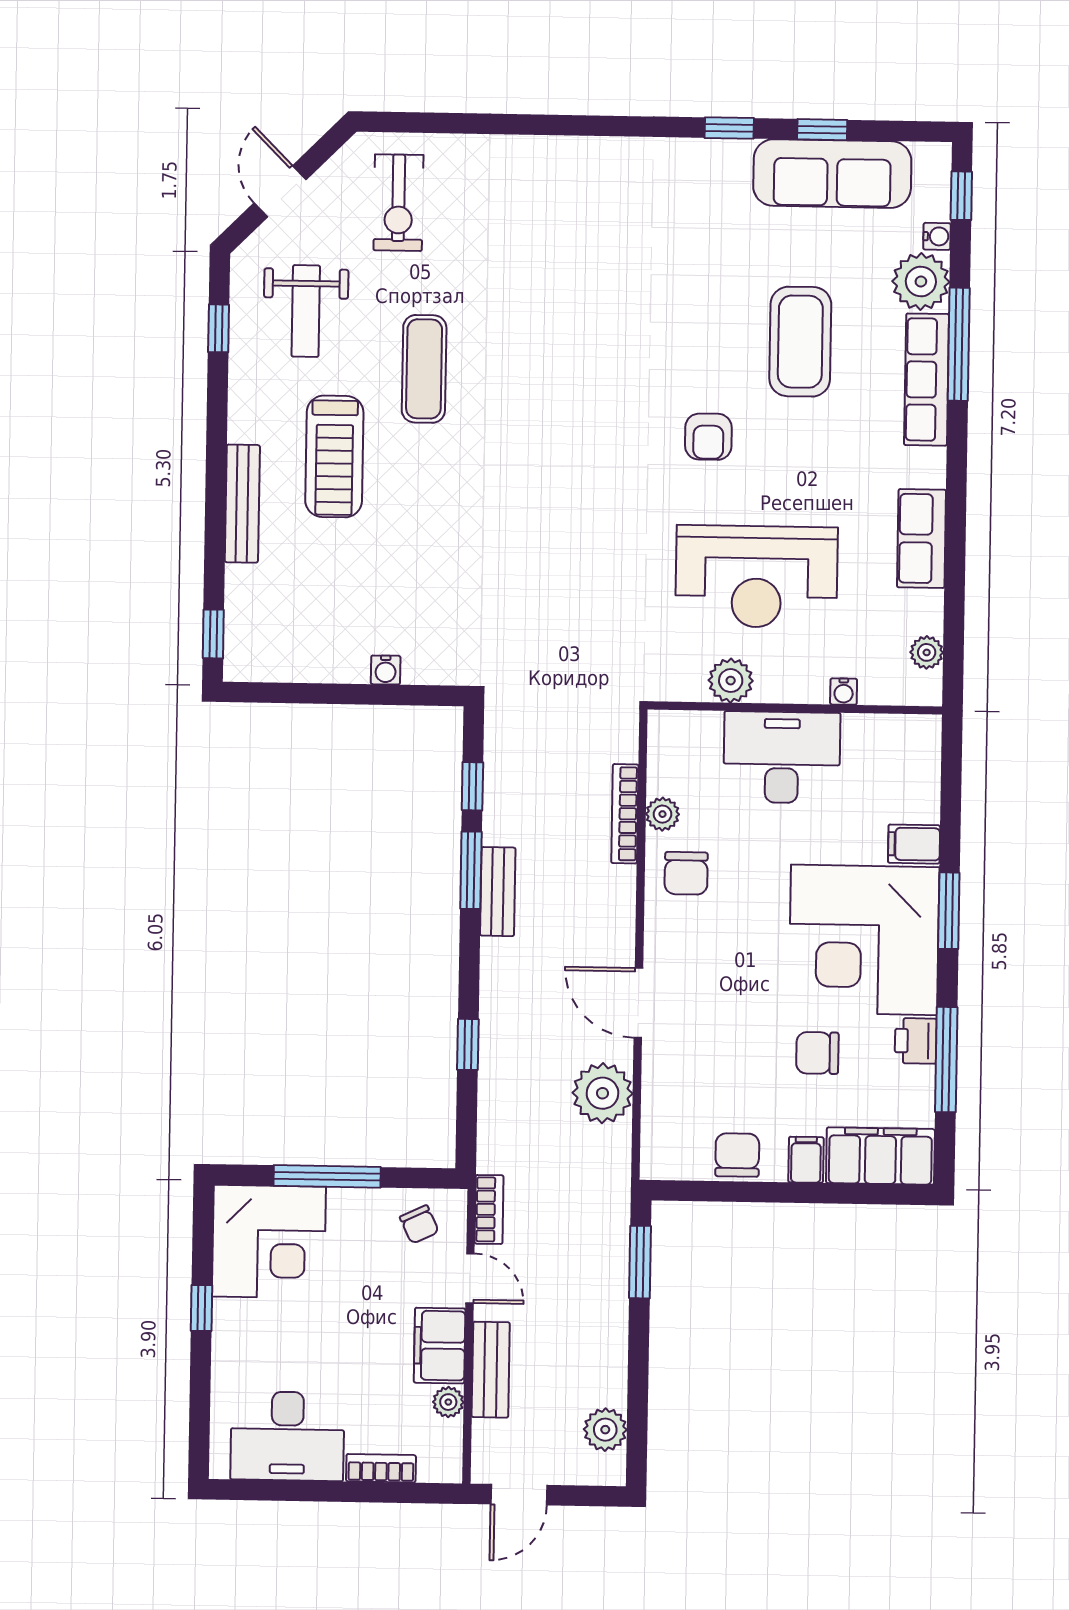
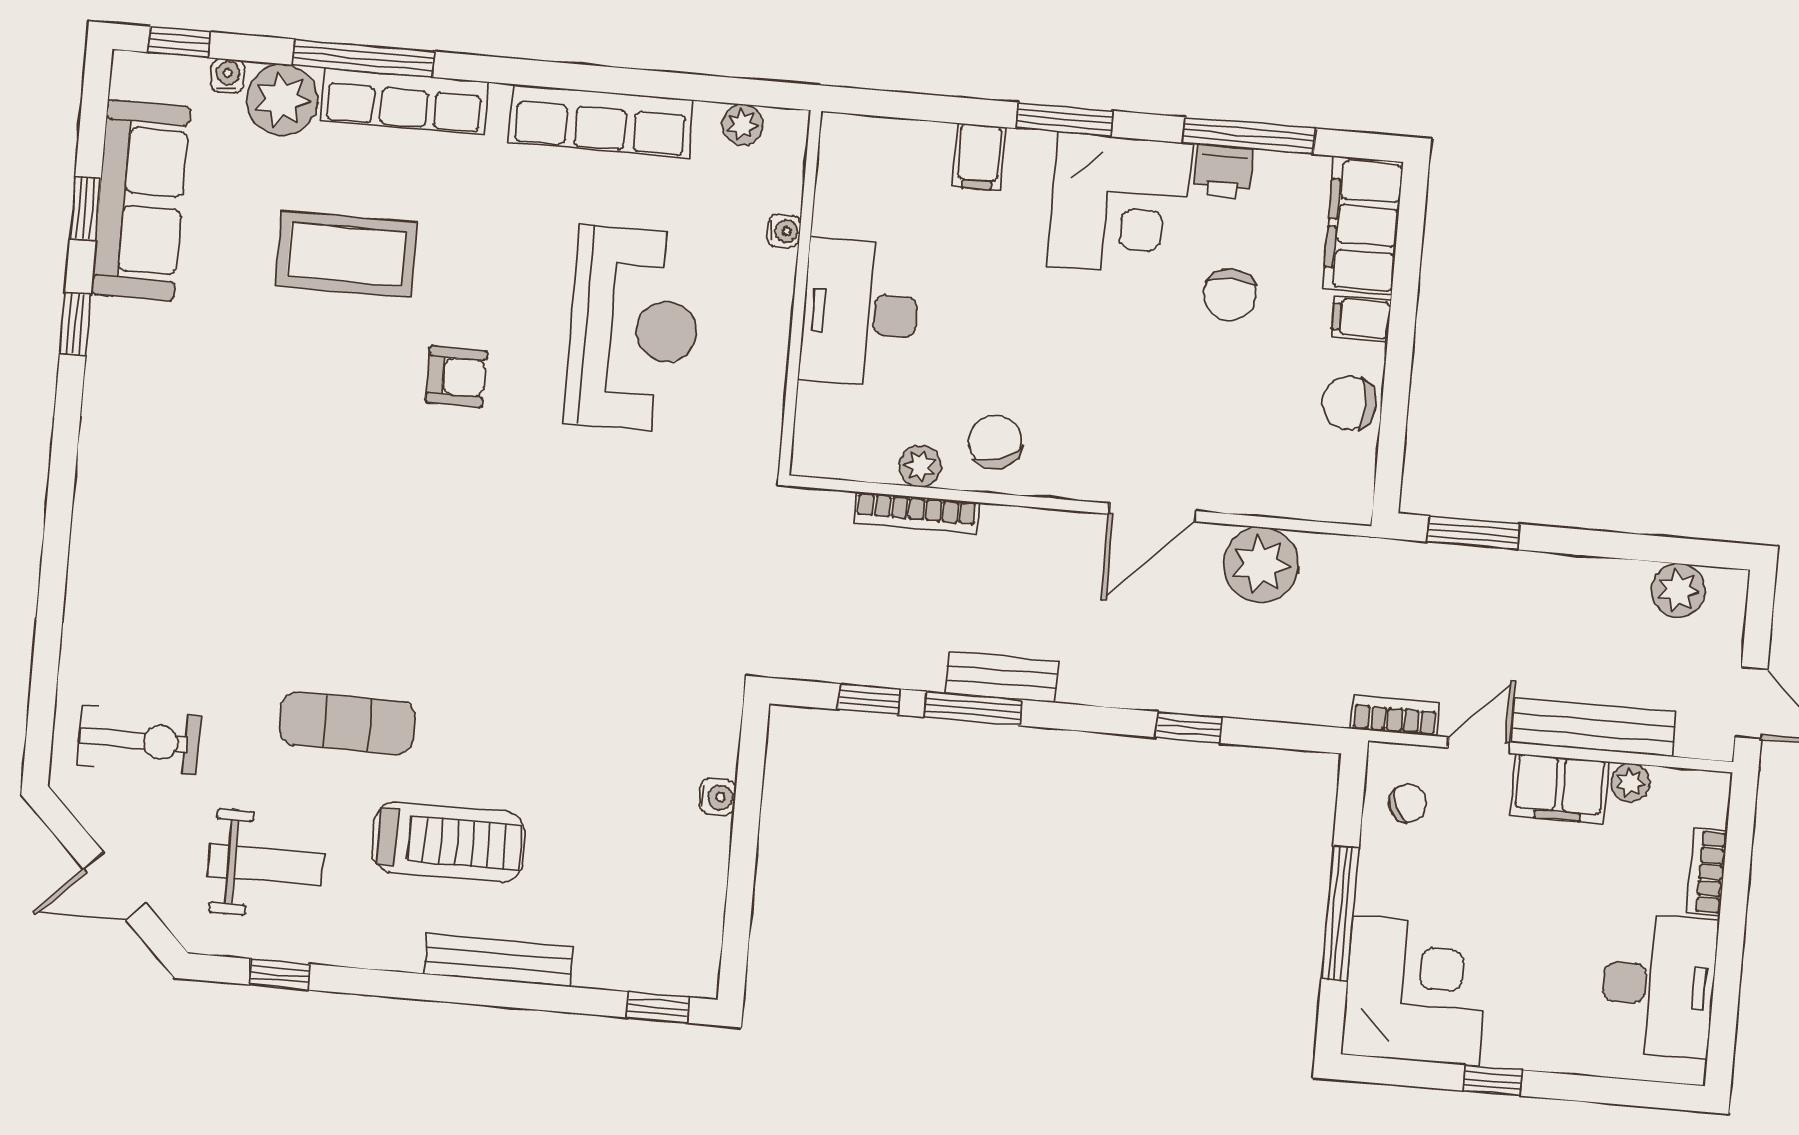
row of seats: (921, 539) -> (601, 121), width x1.48
plant: (731, 681) -> (760, 370), removed
chair: (686, 873) -> (995, 442), turned -110
corner desk: (864, 940) -> (1120, 205), width x0.74, depth x0.74
bench: (491, 1370) -> (1594, 727), width x1.36

